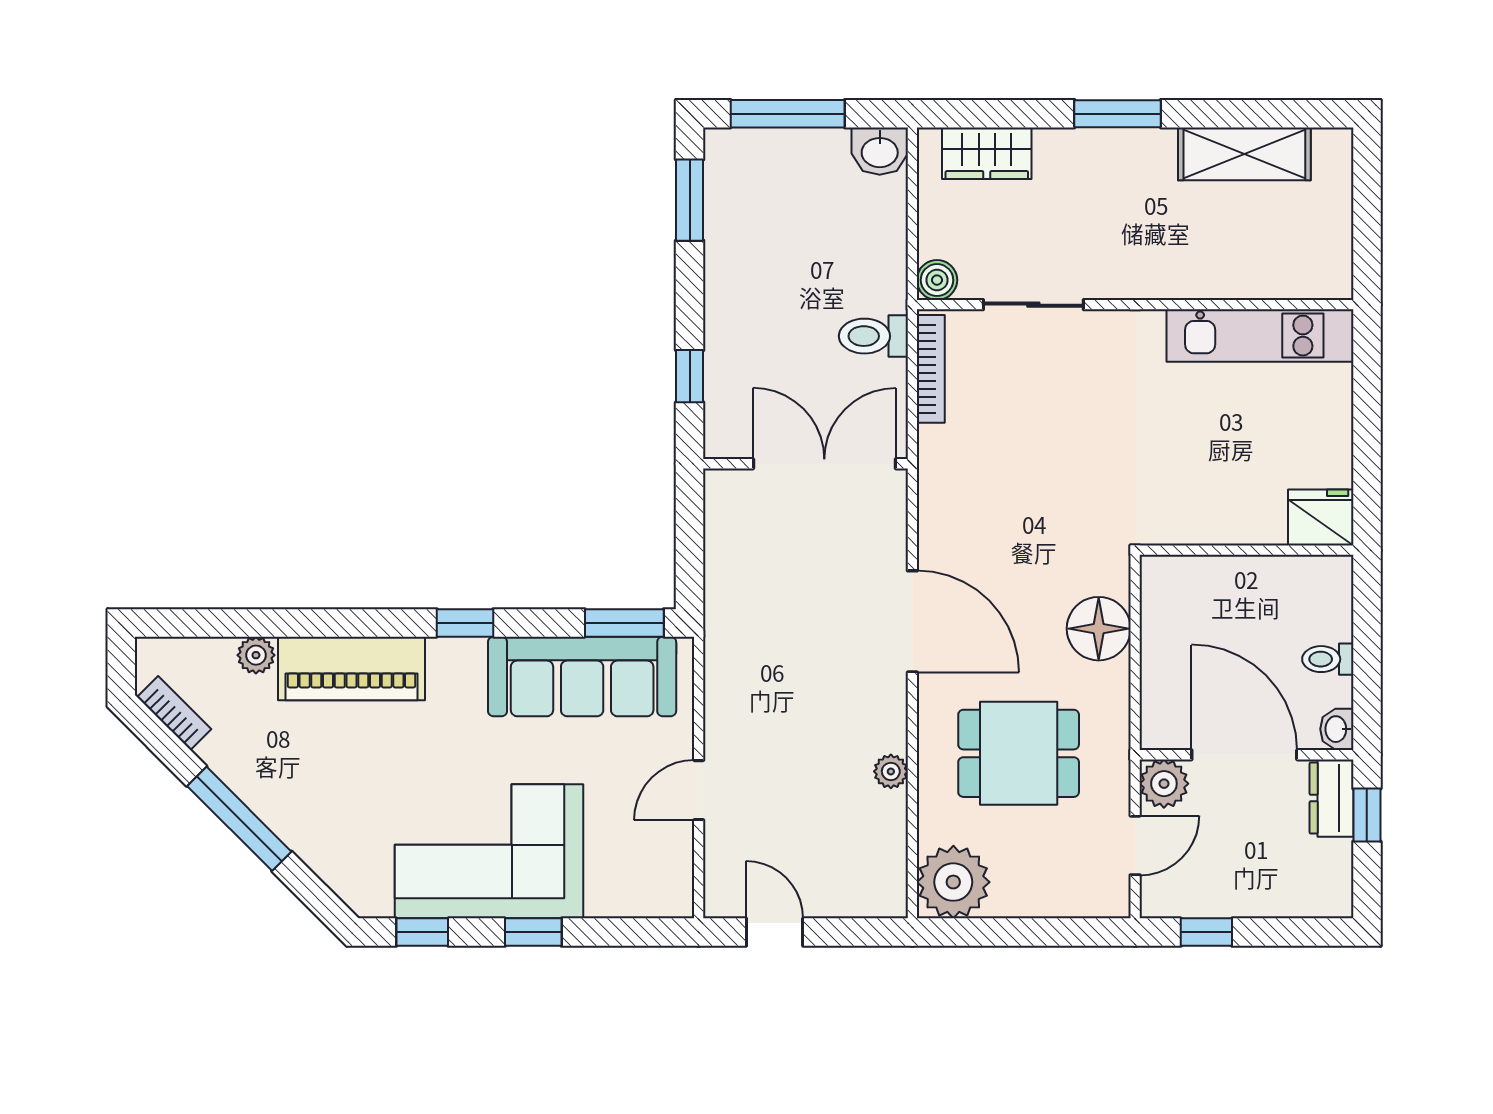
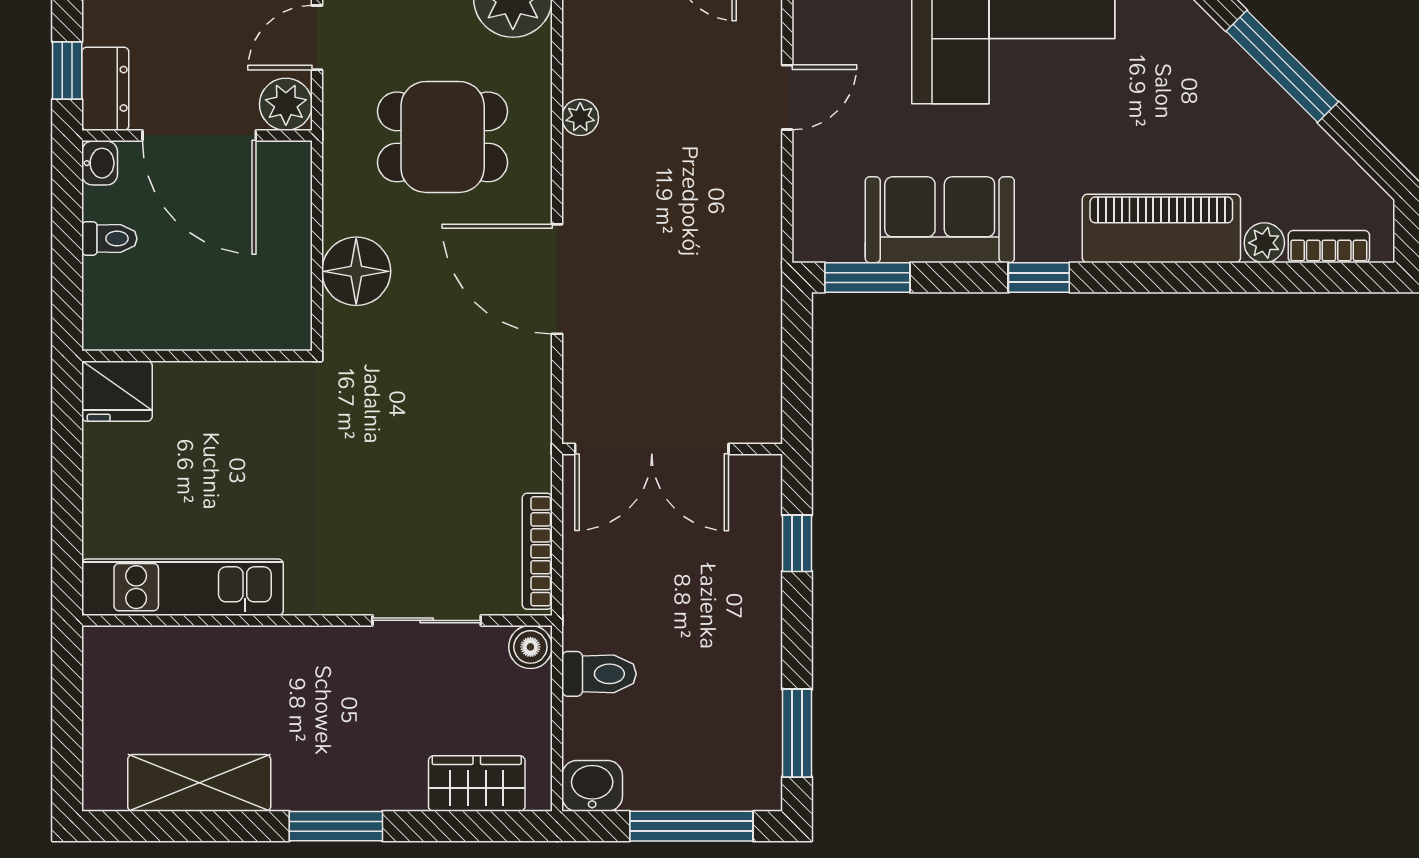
toilet: (873, 336) -> (599, 674), moved
sofa: (582, 676) -> (940, 220), width x0.73
bookcase: (174, 713) -> (1329, 247), moved, turned 135

